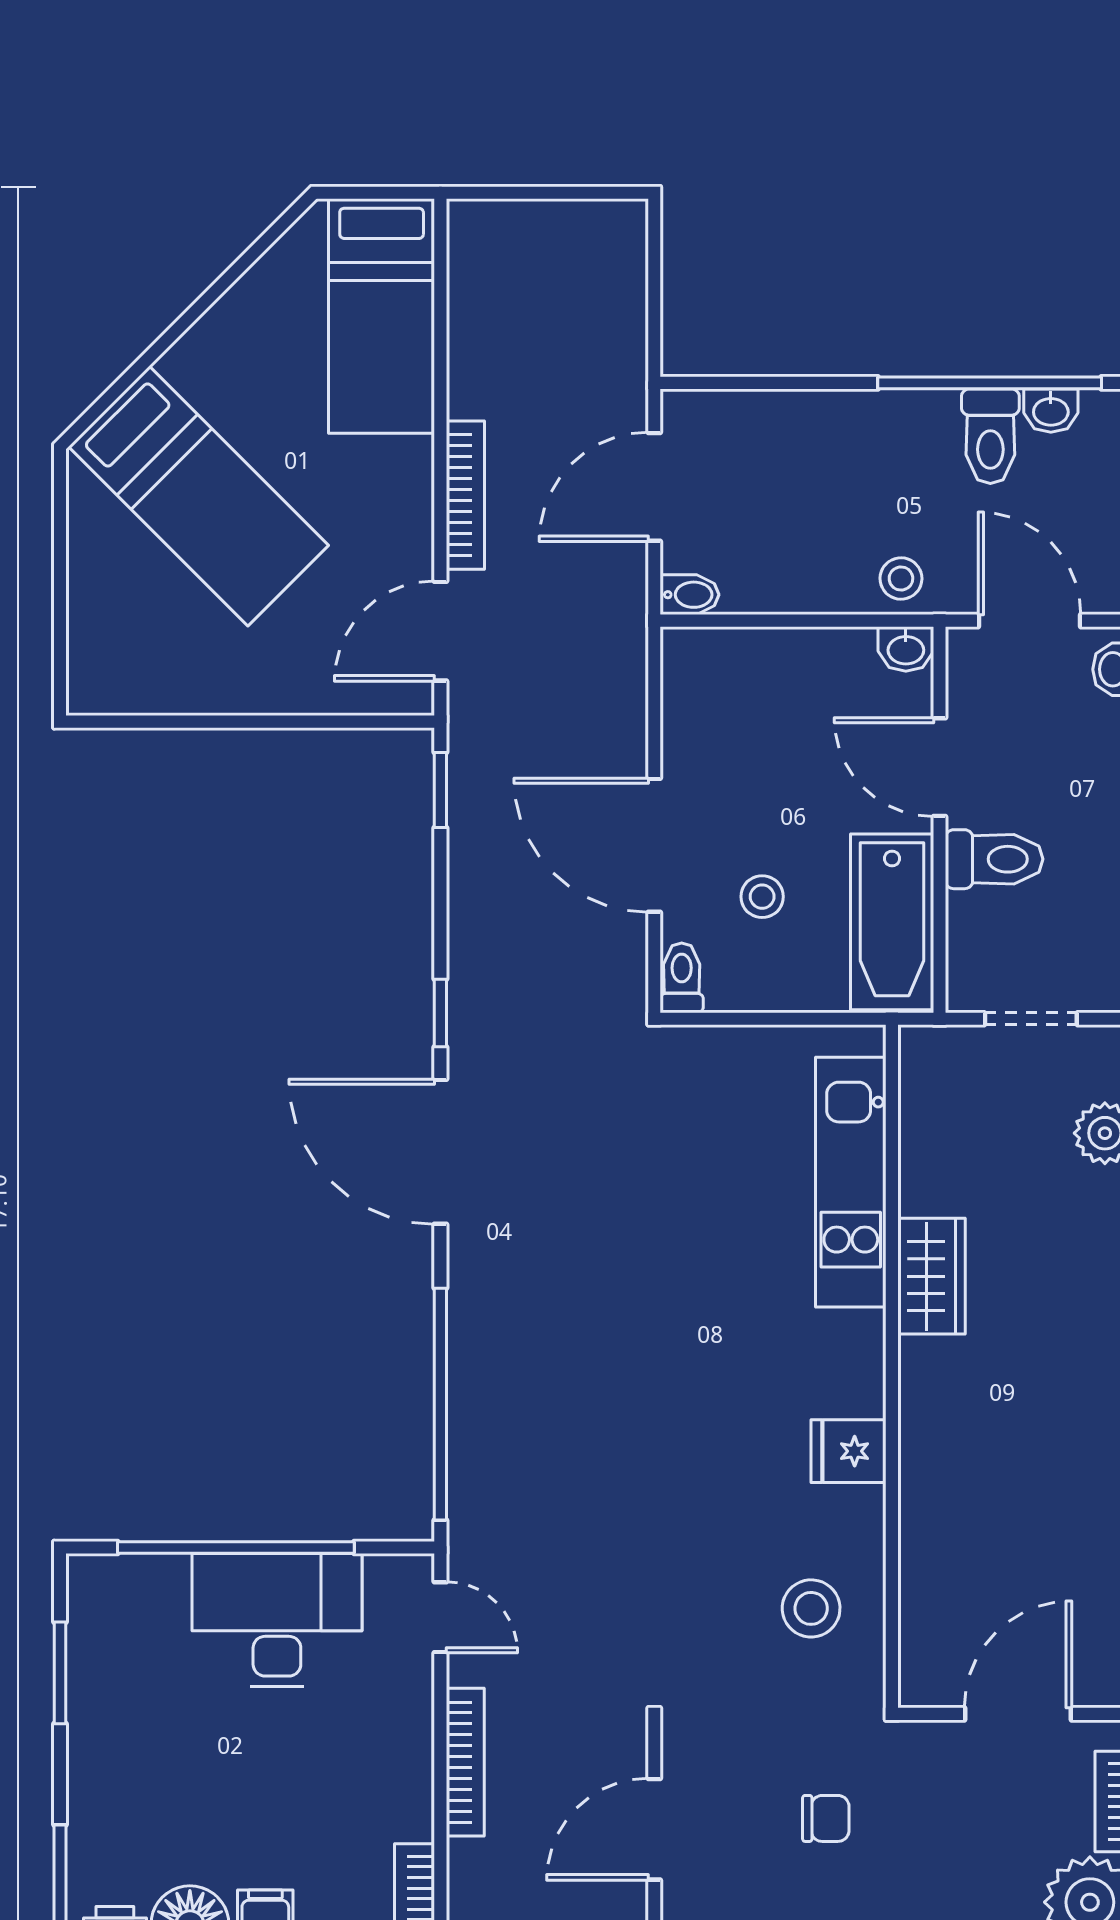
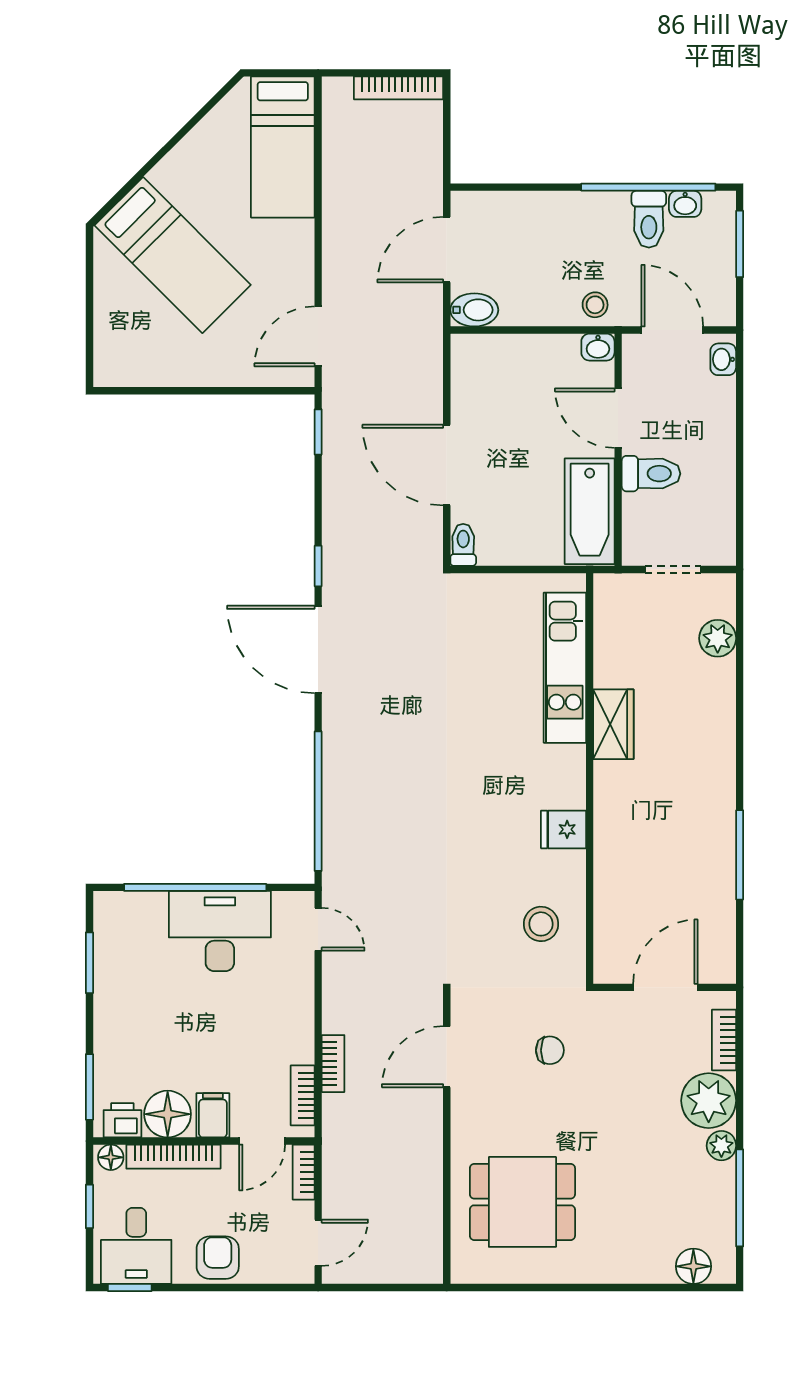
bookcase: (465, 495) -> (398, 88), moved, turned 90
bidet: (690, 595) -> (474, 310), width x1.38, depth x1.36
stool: (762, 897) -> (512, 496), removed
bookcase: (465, 1762) -> (333, 1064), moved, width x0.64

